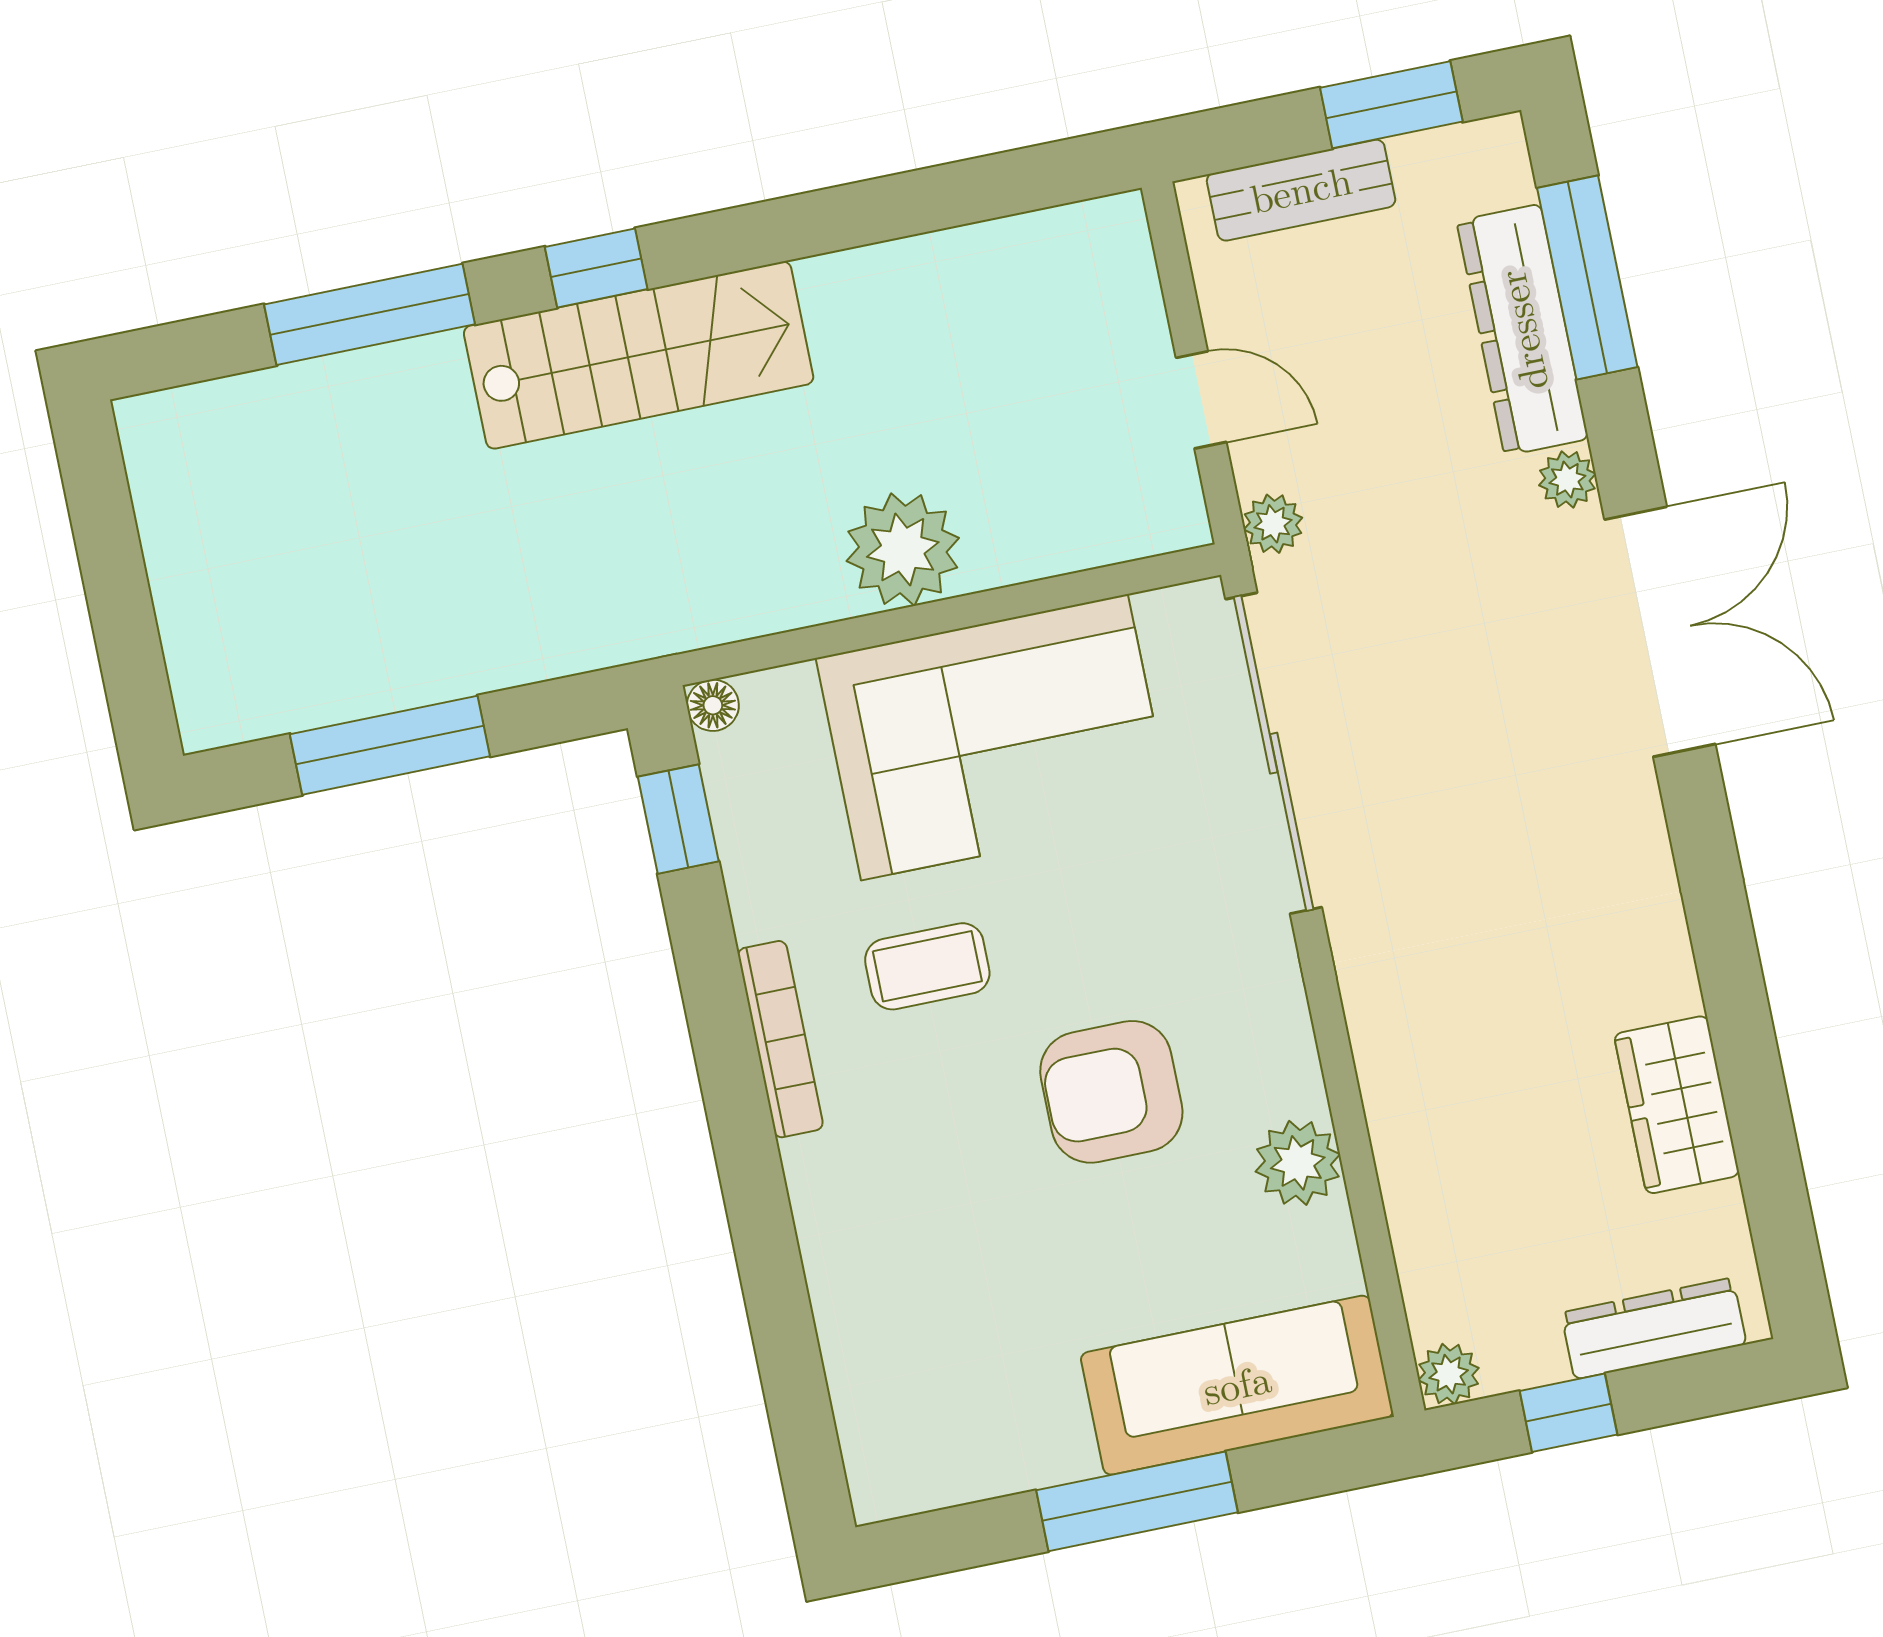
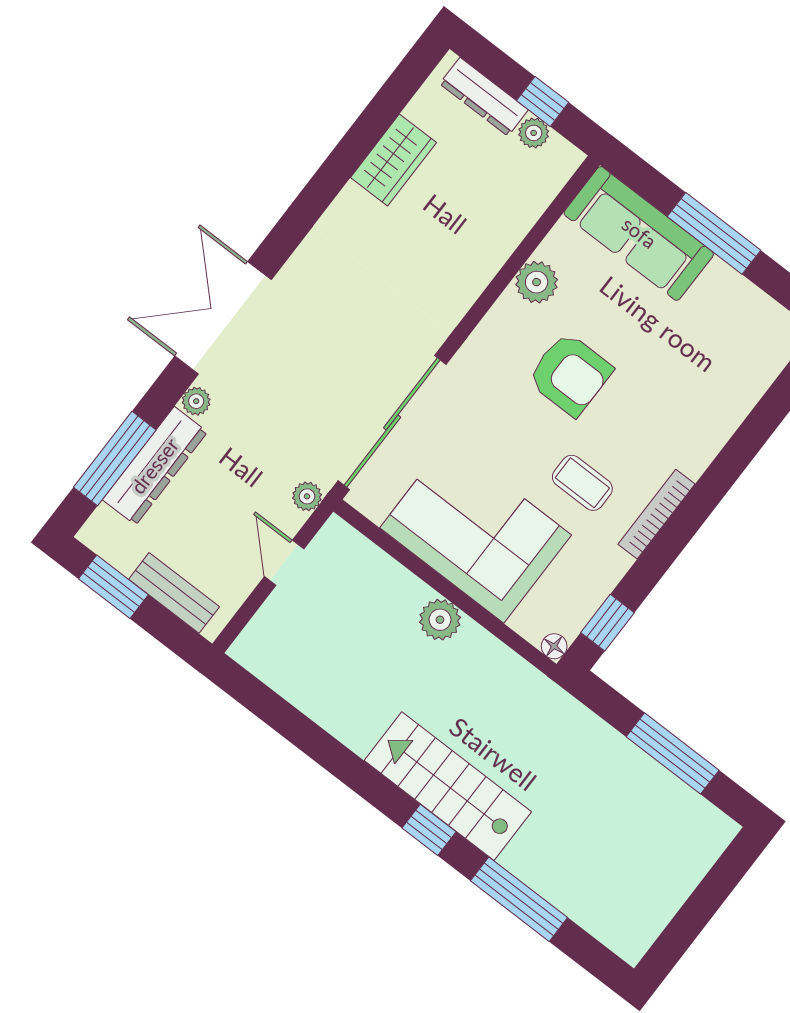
plant: (903, 550) -> (440, 620), width x0.73, depth x0.73
plant: (1449, 1374) -> (534, 133), moved

